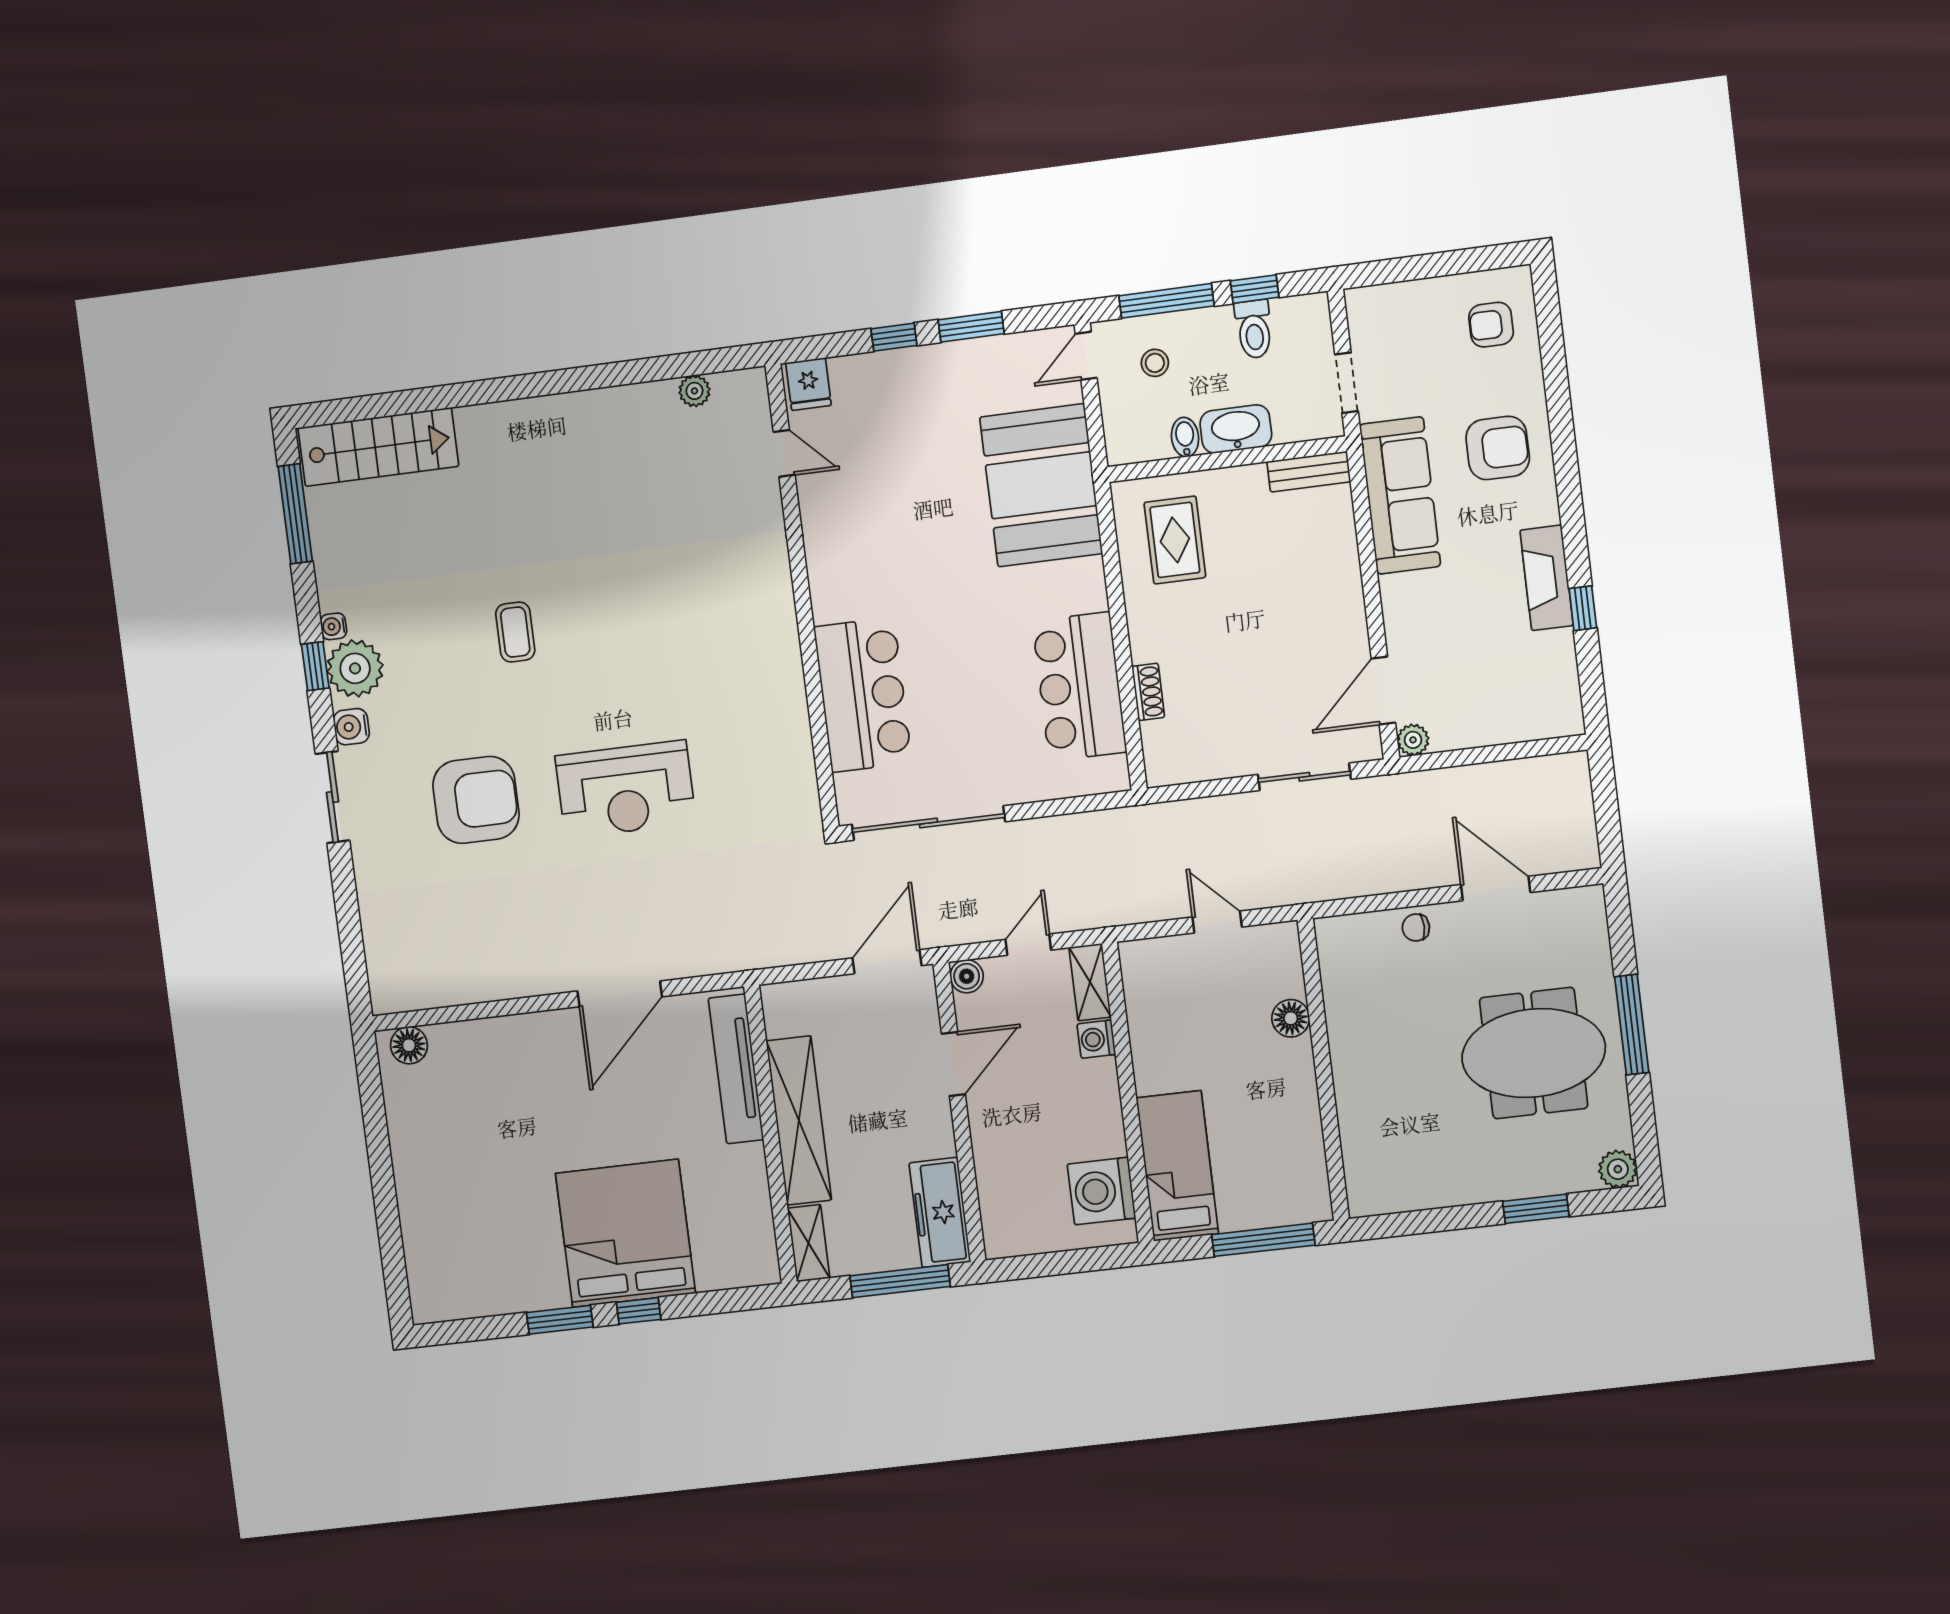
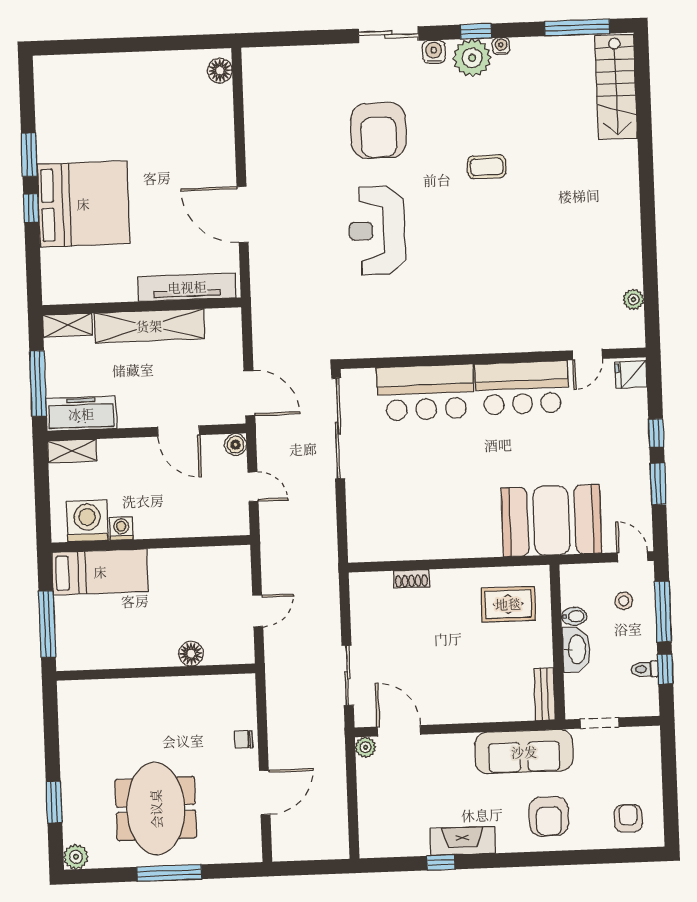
toilet: (1254, 329) -> (645, 669), width x0.73, depth x0.72
bar counter: (1079, 687) -> (522, 388), moved, turned 180
chair: (1416, 928) -> (244, 739), turned -90
shelving: (1090, 982) -> (72, 451), moved
washing machine: (1096, 1039) -> (121, 529), moved

